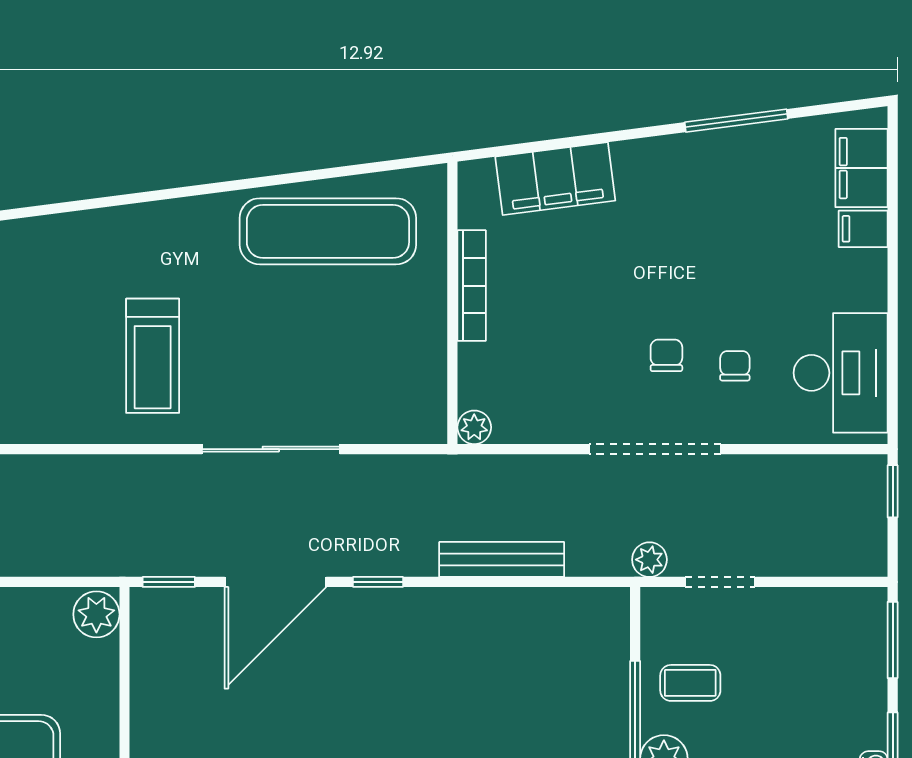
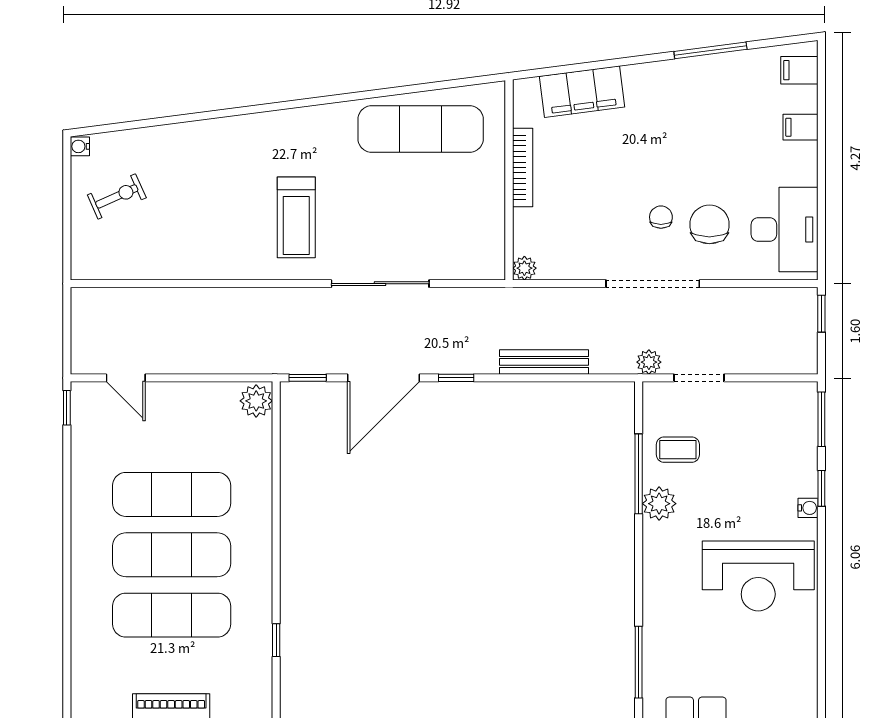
filing cabinet: (861, 168) -> (799, 70), width x0.50
chair: (735, 366) -> (709, 224), width x1.87, depth x1.87

